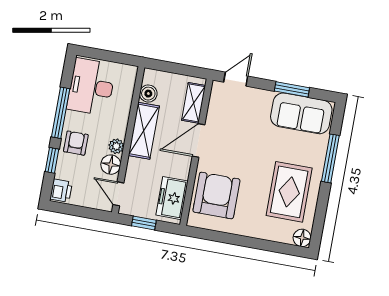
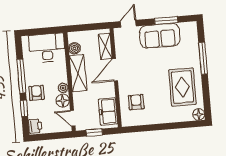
desk: (91, 87) -> (47, 48), moved, turned 90
sofa: (301, 113) -> (160, 36), moved
armchair: (216, 195) -> (136, 102), width x0.53, depth x0.53

